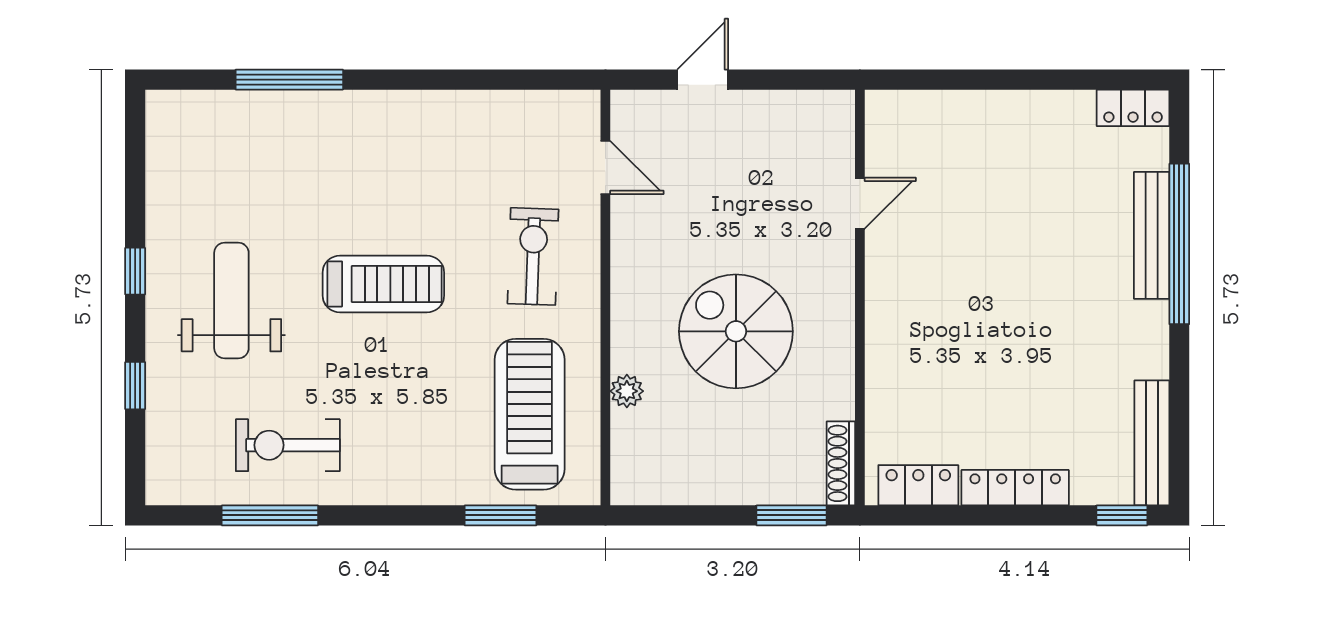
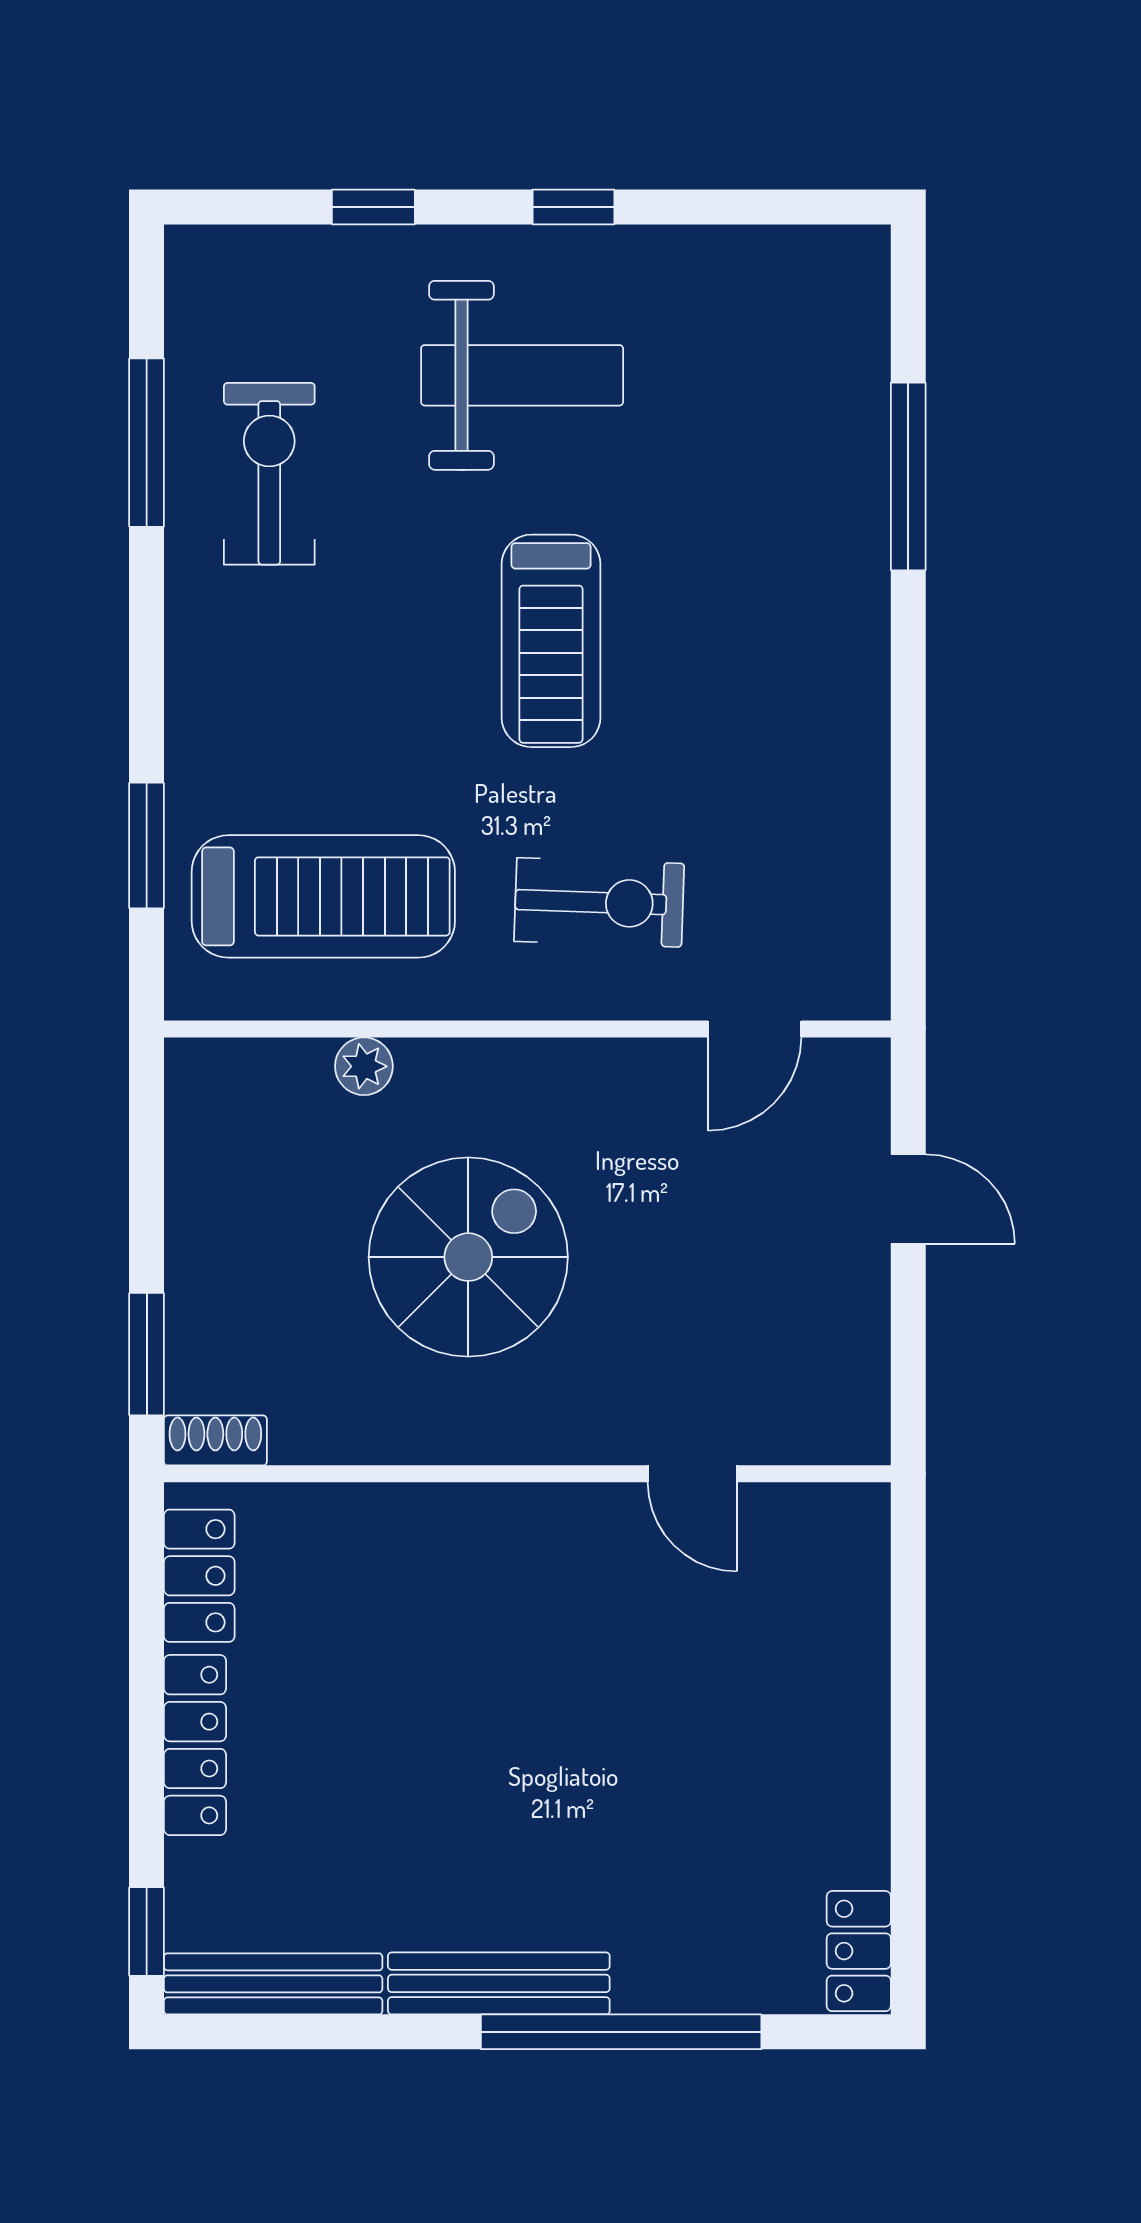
bench: (1152, 235) -> (499, 1983), moved
shoe rack: (841, 463) -> (215, 1440), width x0.70

